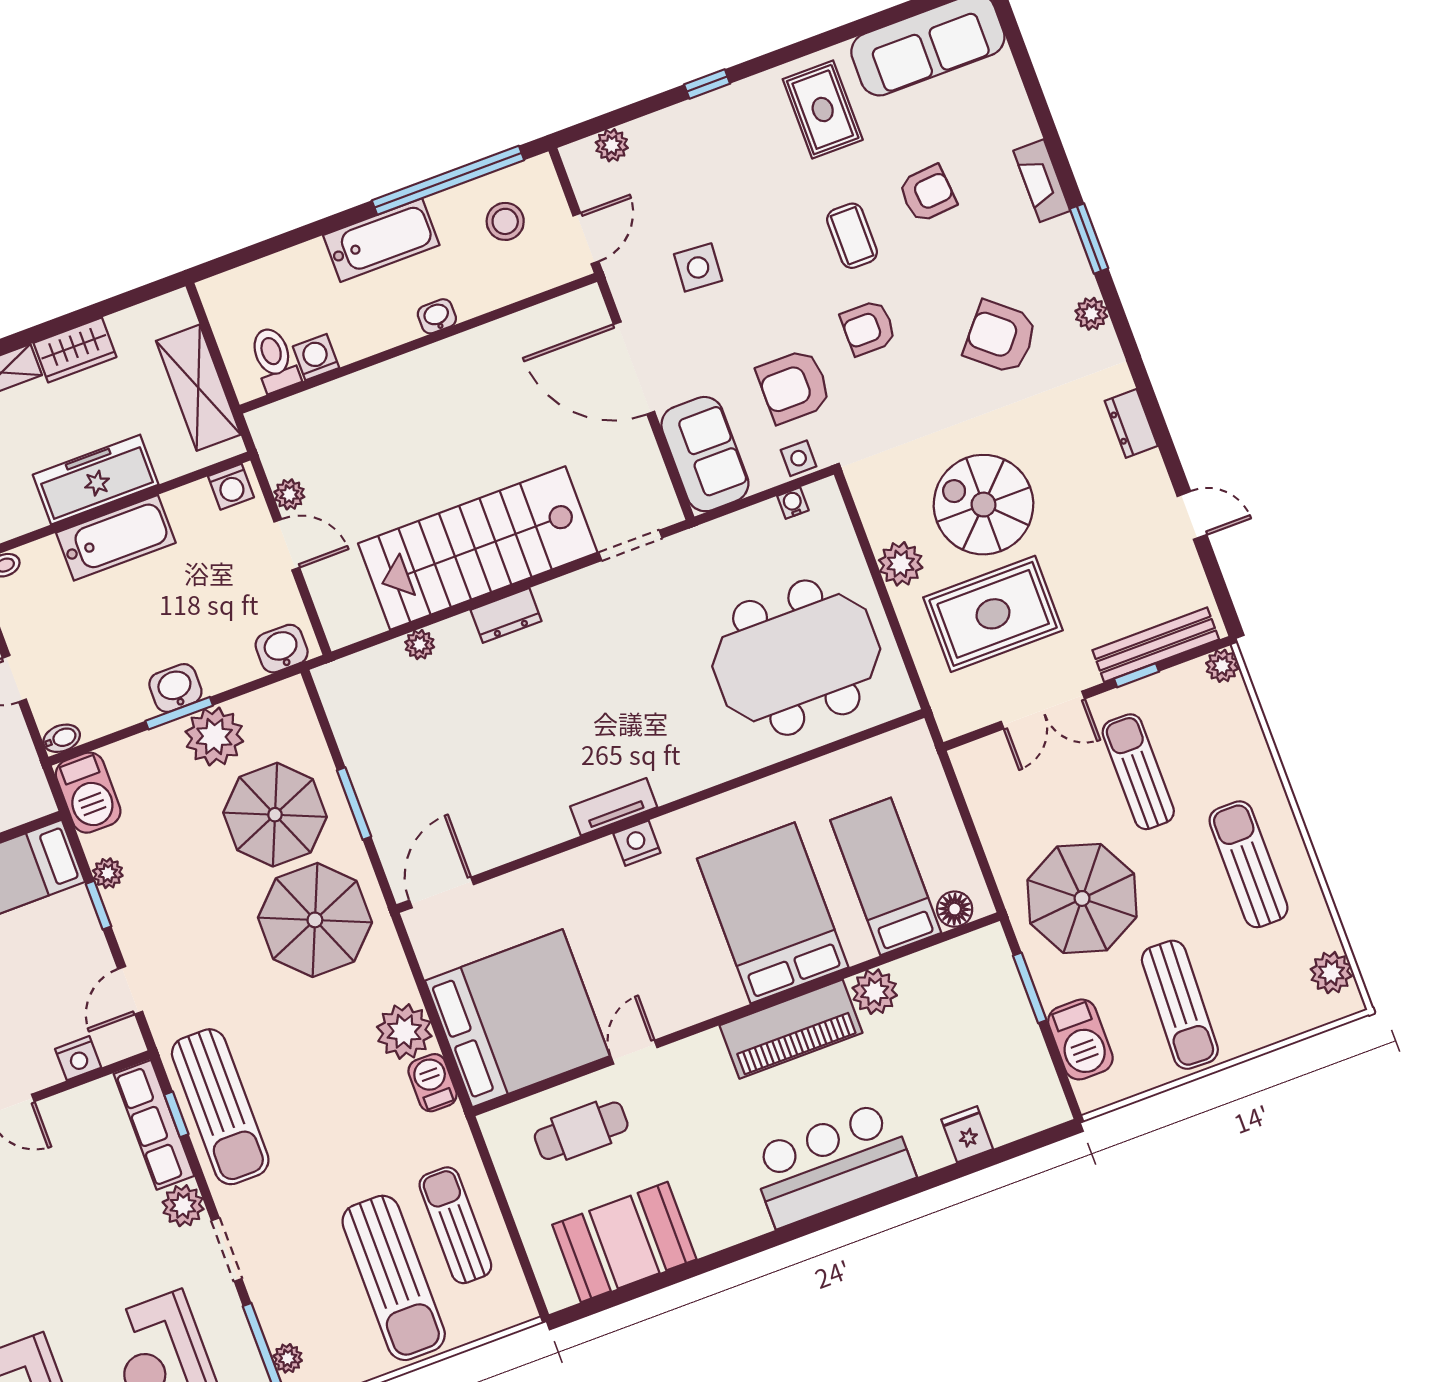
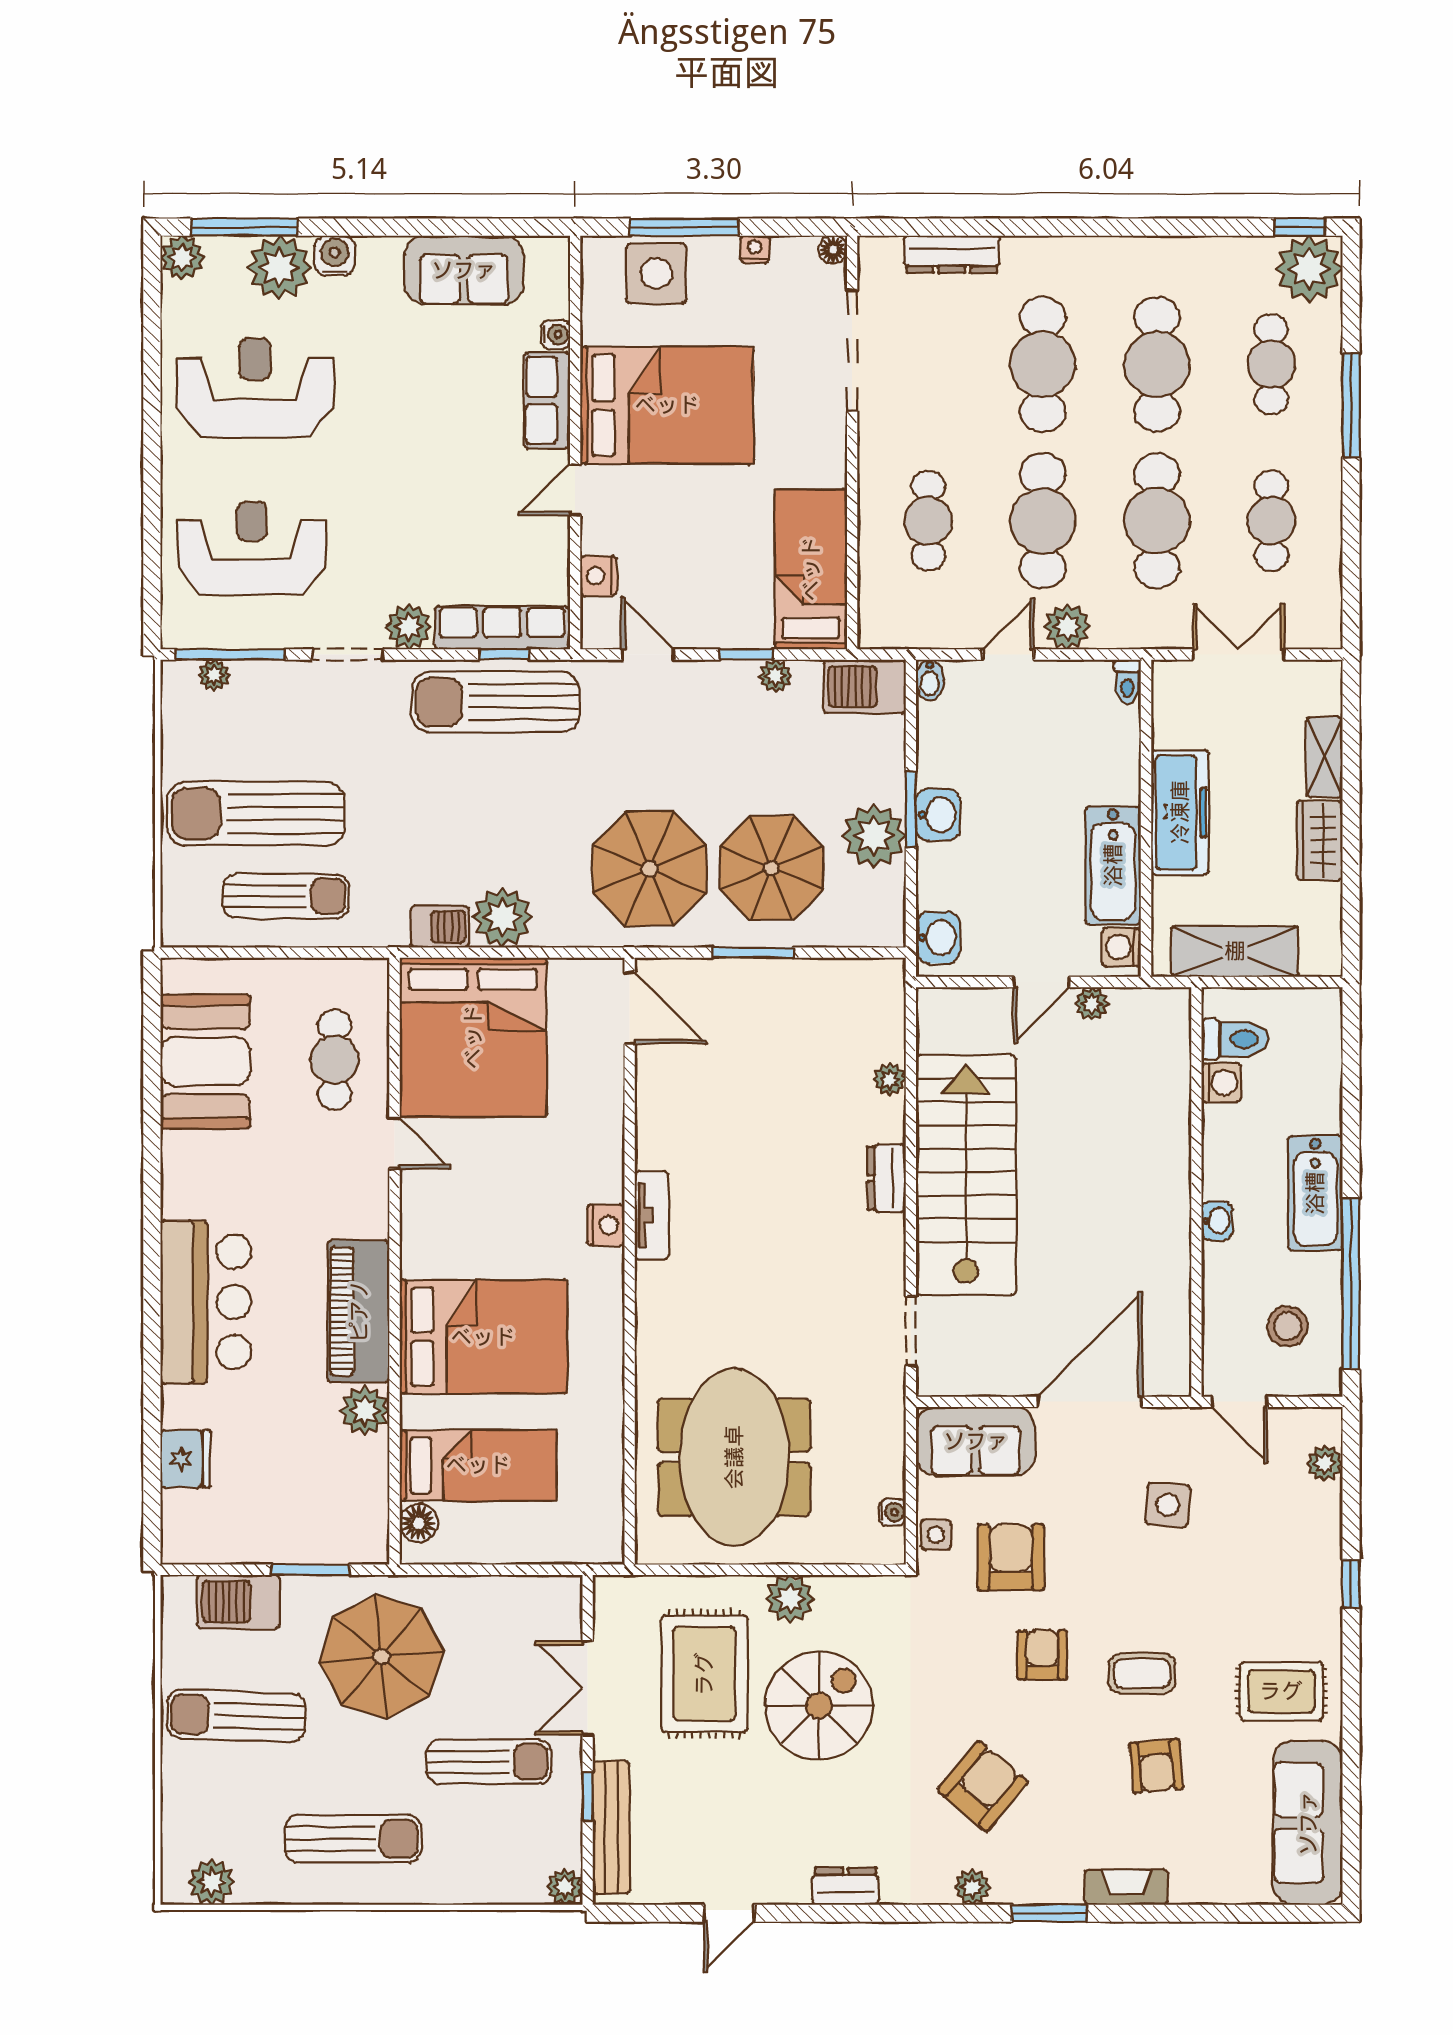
bathtub: (116, 538) -> (1113, 865), moved
fridge: (967, 1134) -> (185, 1459), width x1.38

